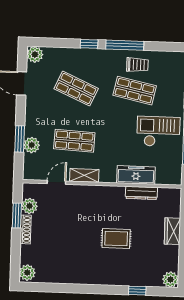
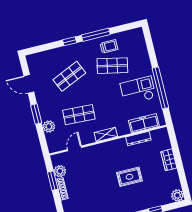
plant: (35, 54) -> (33, 60), removed
shop shelf: (76, 89) -> (69, 76), turned -48
window: (20, 139) -> (36, 114), moved
shelving: (84, 175) -> (106, 135), moved
freezer: (136, 175) -> (144, 123), moved

